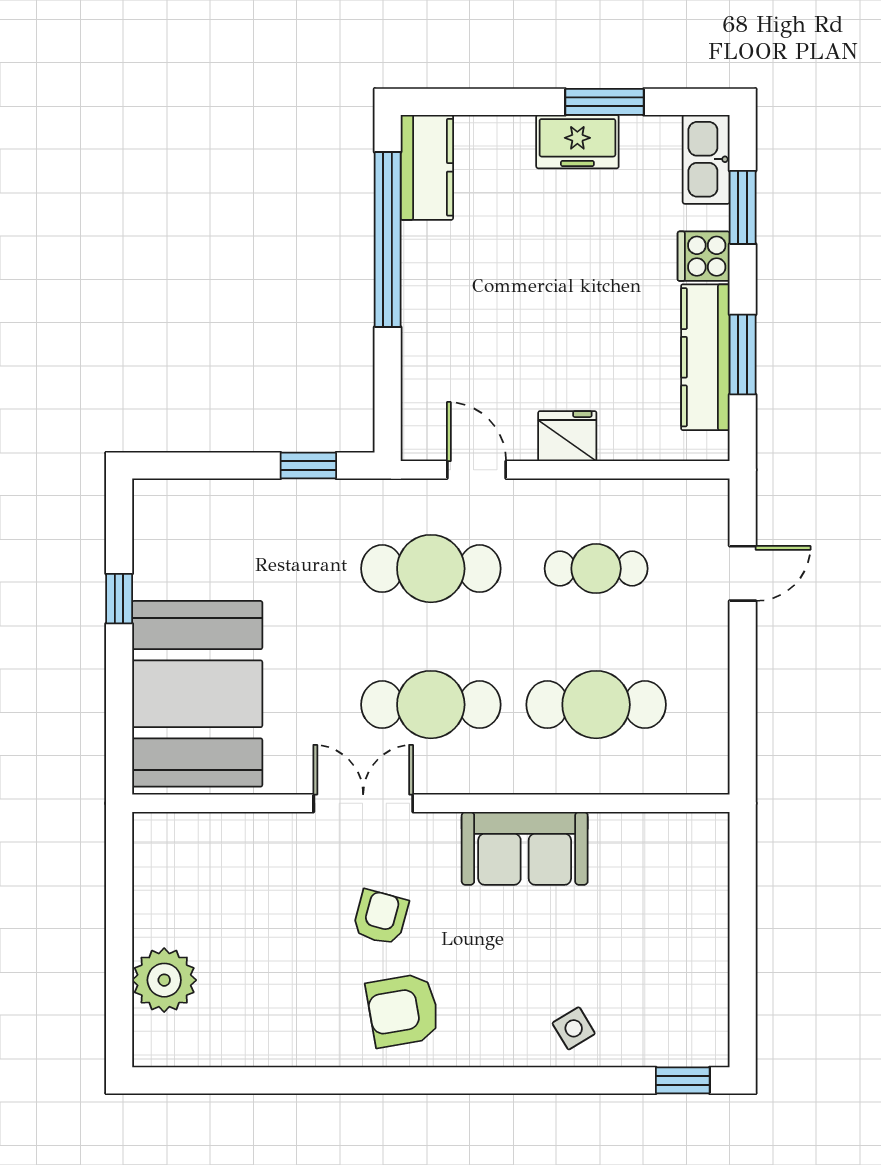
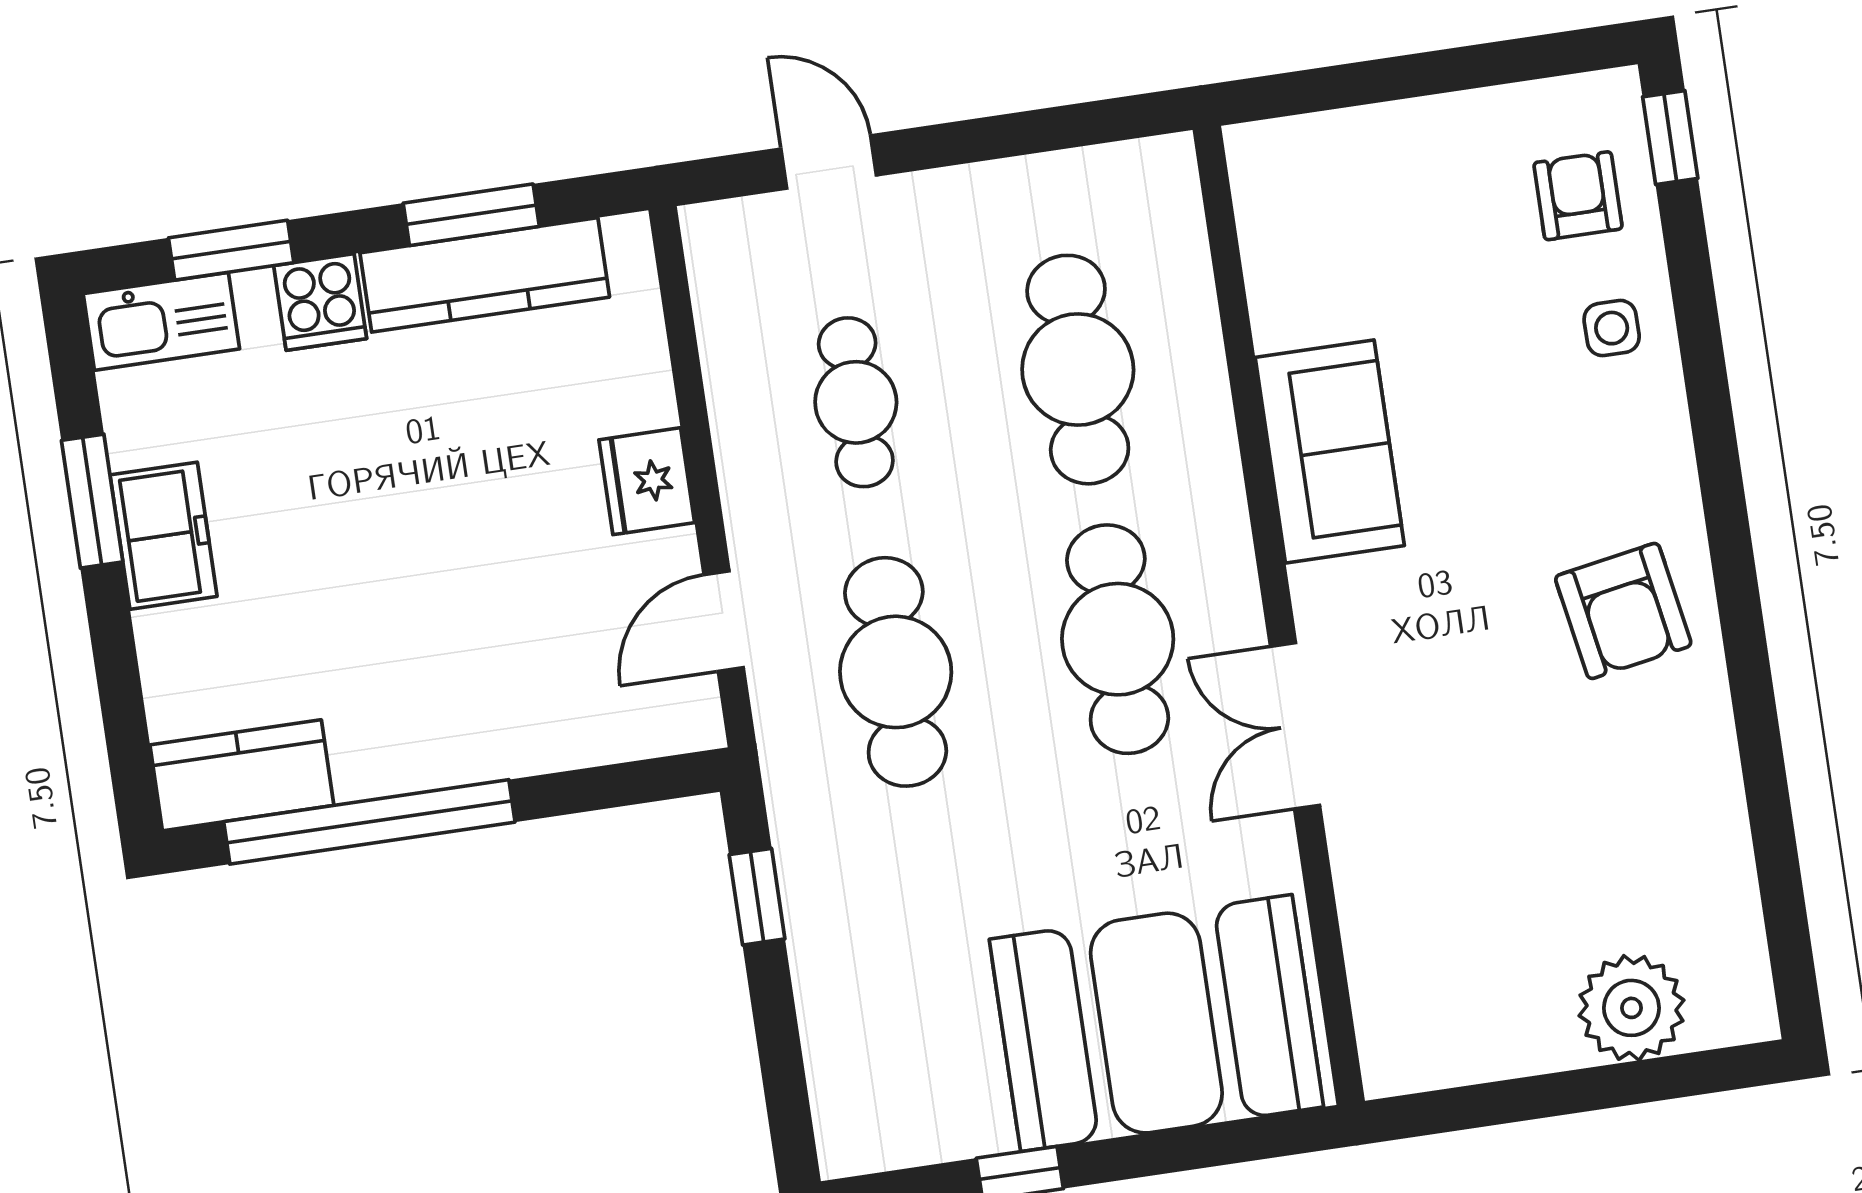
armchair: (380, 917) -> (1578, 196), moved, turned 75
side table: (574, 1028) -> (1612, 328), turned 31

